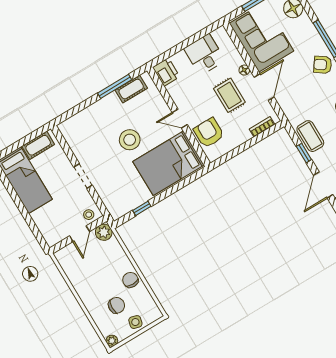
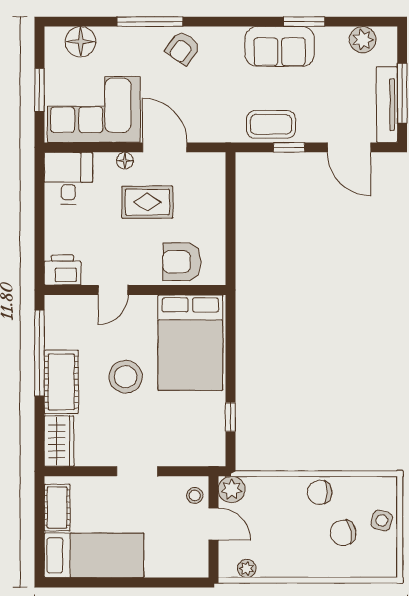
desk: (204, 54) -> (68, 178), moved, turned 90
window: (115, 86) -> (39, 353), width x1.46
cot: (131, 89) -> (61, 382), moved, width x1.37, depth x1.34
door: (180, 119) -> (113, 290), moved
wardrobe: (74, 125) -> (59, 441), added
bookcase: (262, 127) -> (218, 183), removed
chair: (116, 305) -> (343, 533), turned -103
plant: (112, 341) -> (247, 568), moved

